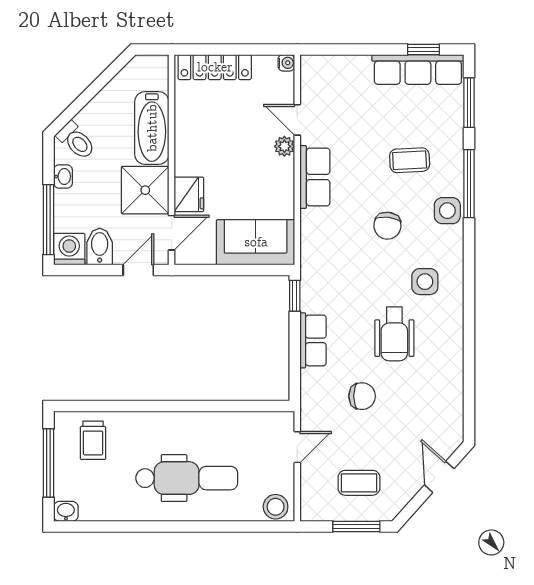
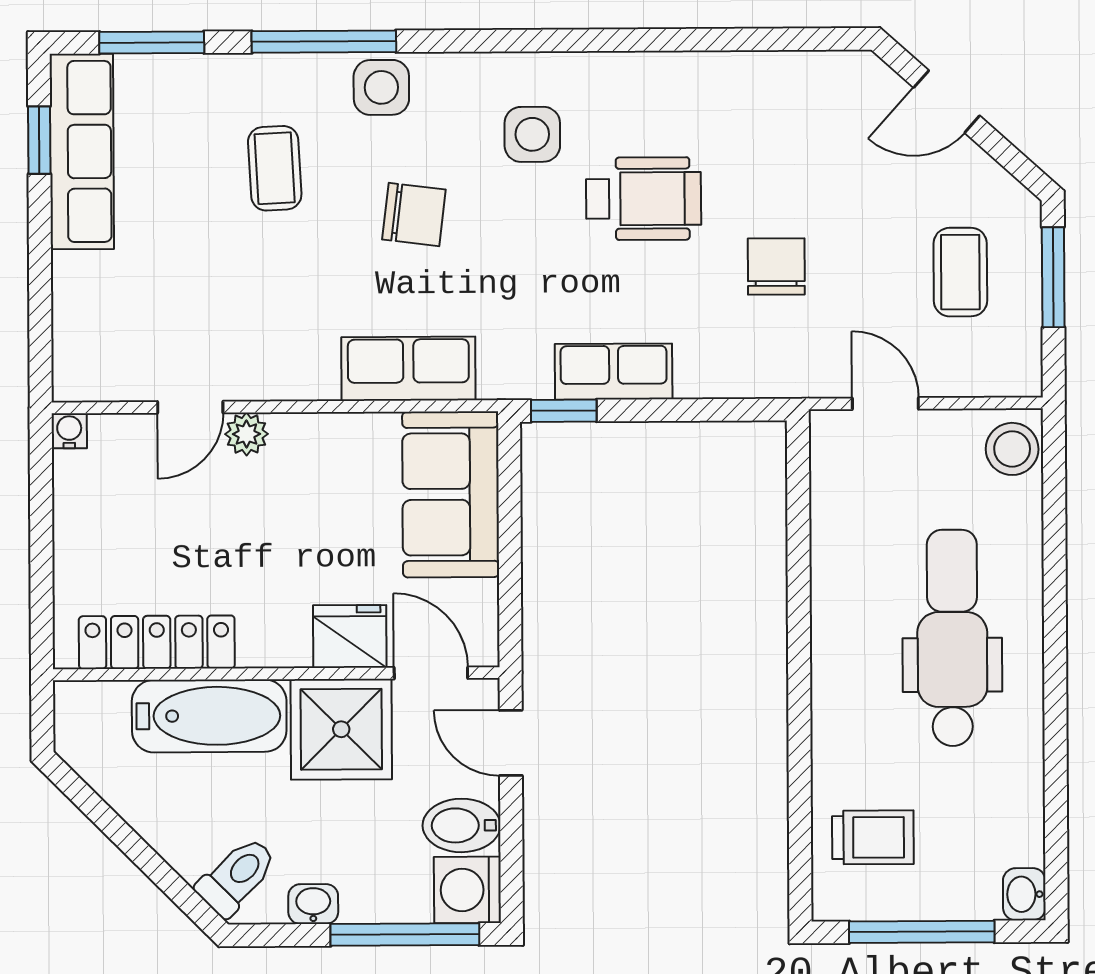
locker: (215, 67) -> (157, 642), moved, turned -90
row of seats: (315, 177) -> (408, 369), moved
row of seats: (313, 340) -> (614, 372), moved

